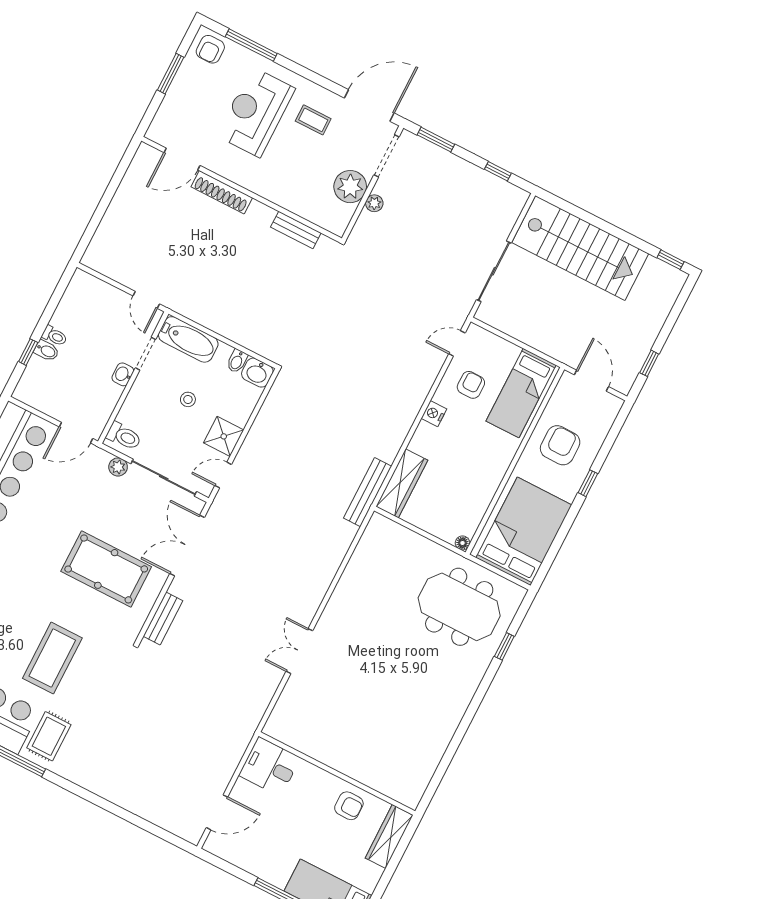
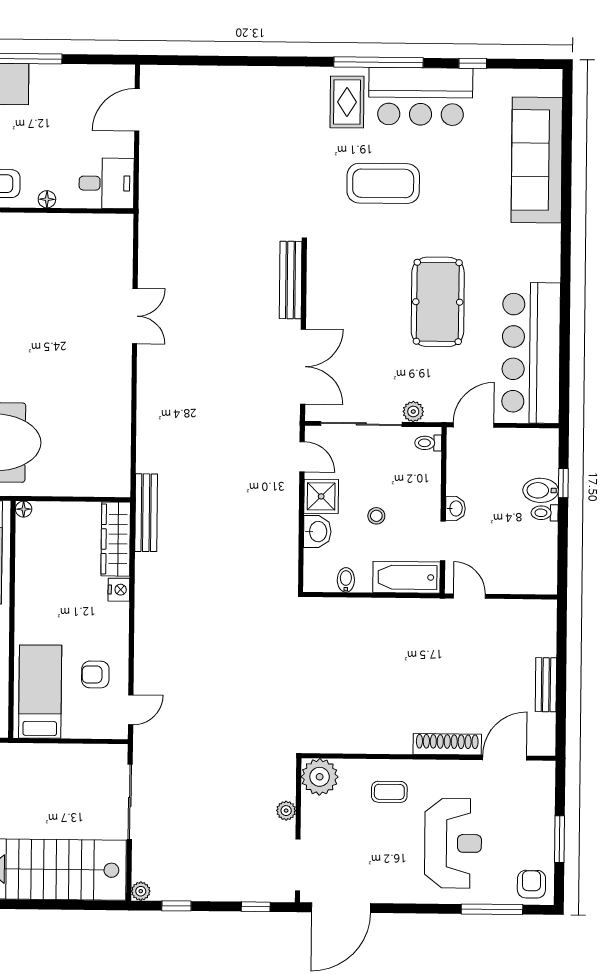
coffee table: (313, 120) -> (389, 792), moved
window: (436, 140) -> (256, 907), width x0.67
plant: (350, 187) -> (320, 777), moved
plant: (520, 197) -> (141, 891), added
bench: (296, 230) -> (546, 685), moved, turned 90
bidet: (47, 351) -> (541, 490), width x1.38, depth x1.36
washbasin: (257, 373) -> (317, 532), moved, turned 90
armchair: (471, 385) -> (95, 674), turned 90
nightstand: (434, 414) -> (119, 590), moved
toilet: (124, 436) -> (428, 443), width x0.73, depth x0.72
door: (223, 475) -> (302, 457), hinge flipped
pool table: (106, 569) -> (438, 302), moved, turned 90
bench: (163, 618) -> (291, 280), width x1.36
coffee table: (52, 658) -> (383, 183), turned 90
floor lamp: (323, 777) -> (47, 199), added

